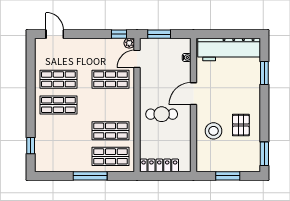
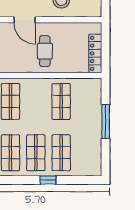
window: (31, 146) -> (48, 180), moved
shop shelf: (110, 156) -> (61, 153), moved

